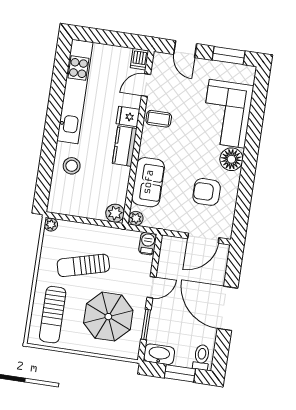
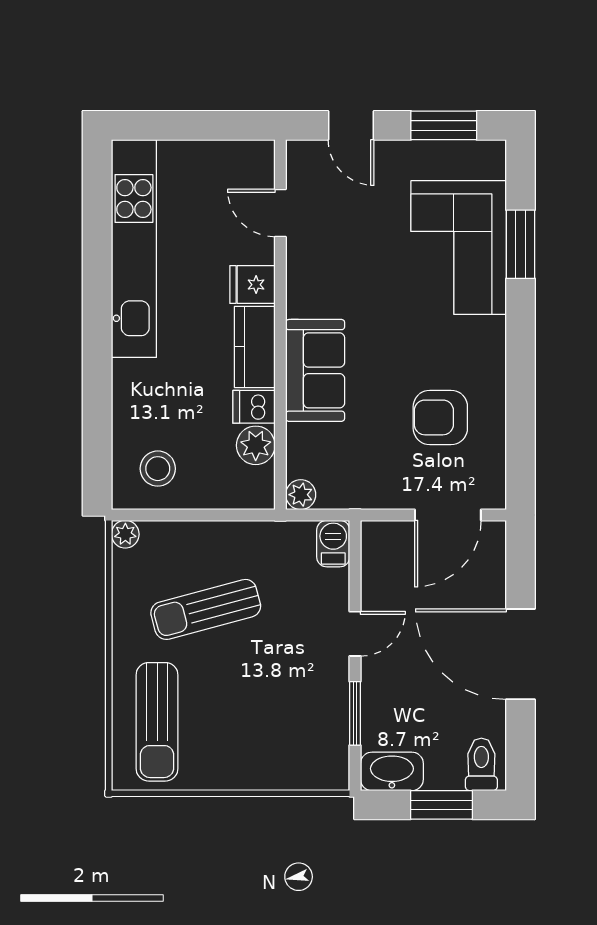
dishwasher: (139, 59) -> (254, 407), moved, turned 90
door: (146, 85) -> (280, 213), hinge flipped
window: (256, 117) -> (520, 244), added
coffee table: (159, 119) -> (317, 279), removed
floor lamp: (231, 159) -> (482, 341), removed
stool: (72, 166) -> (158, 469), moved
sofa: (148, 182) -> (315, 370), moved
plant: (115, 213) -> (256, 445), moved
parasol: (108, 317) -> (274, 709), removed

